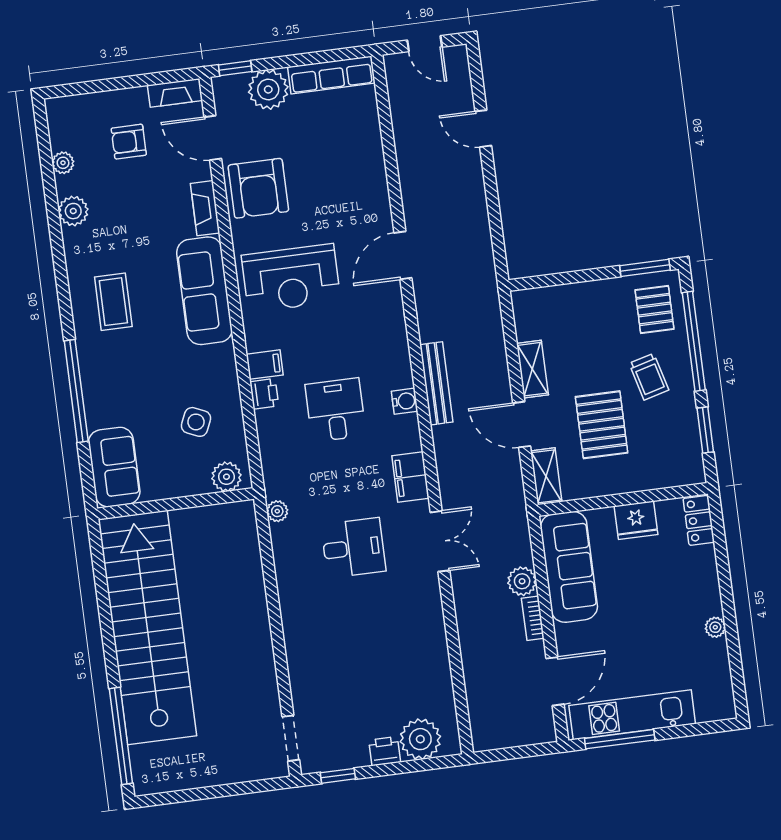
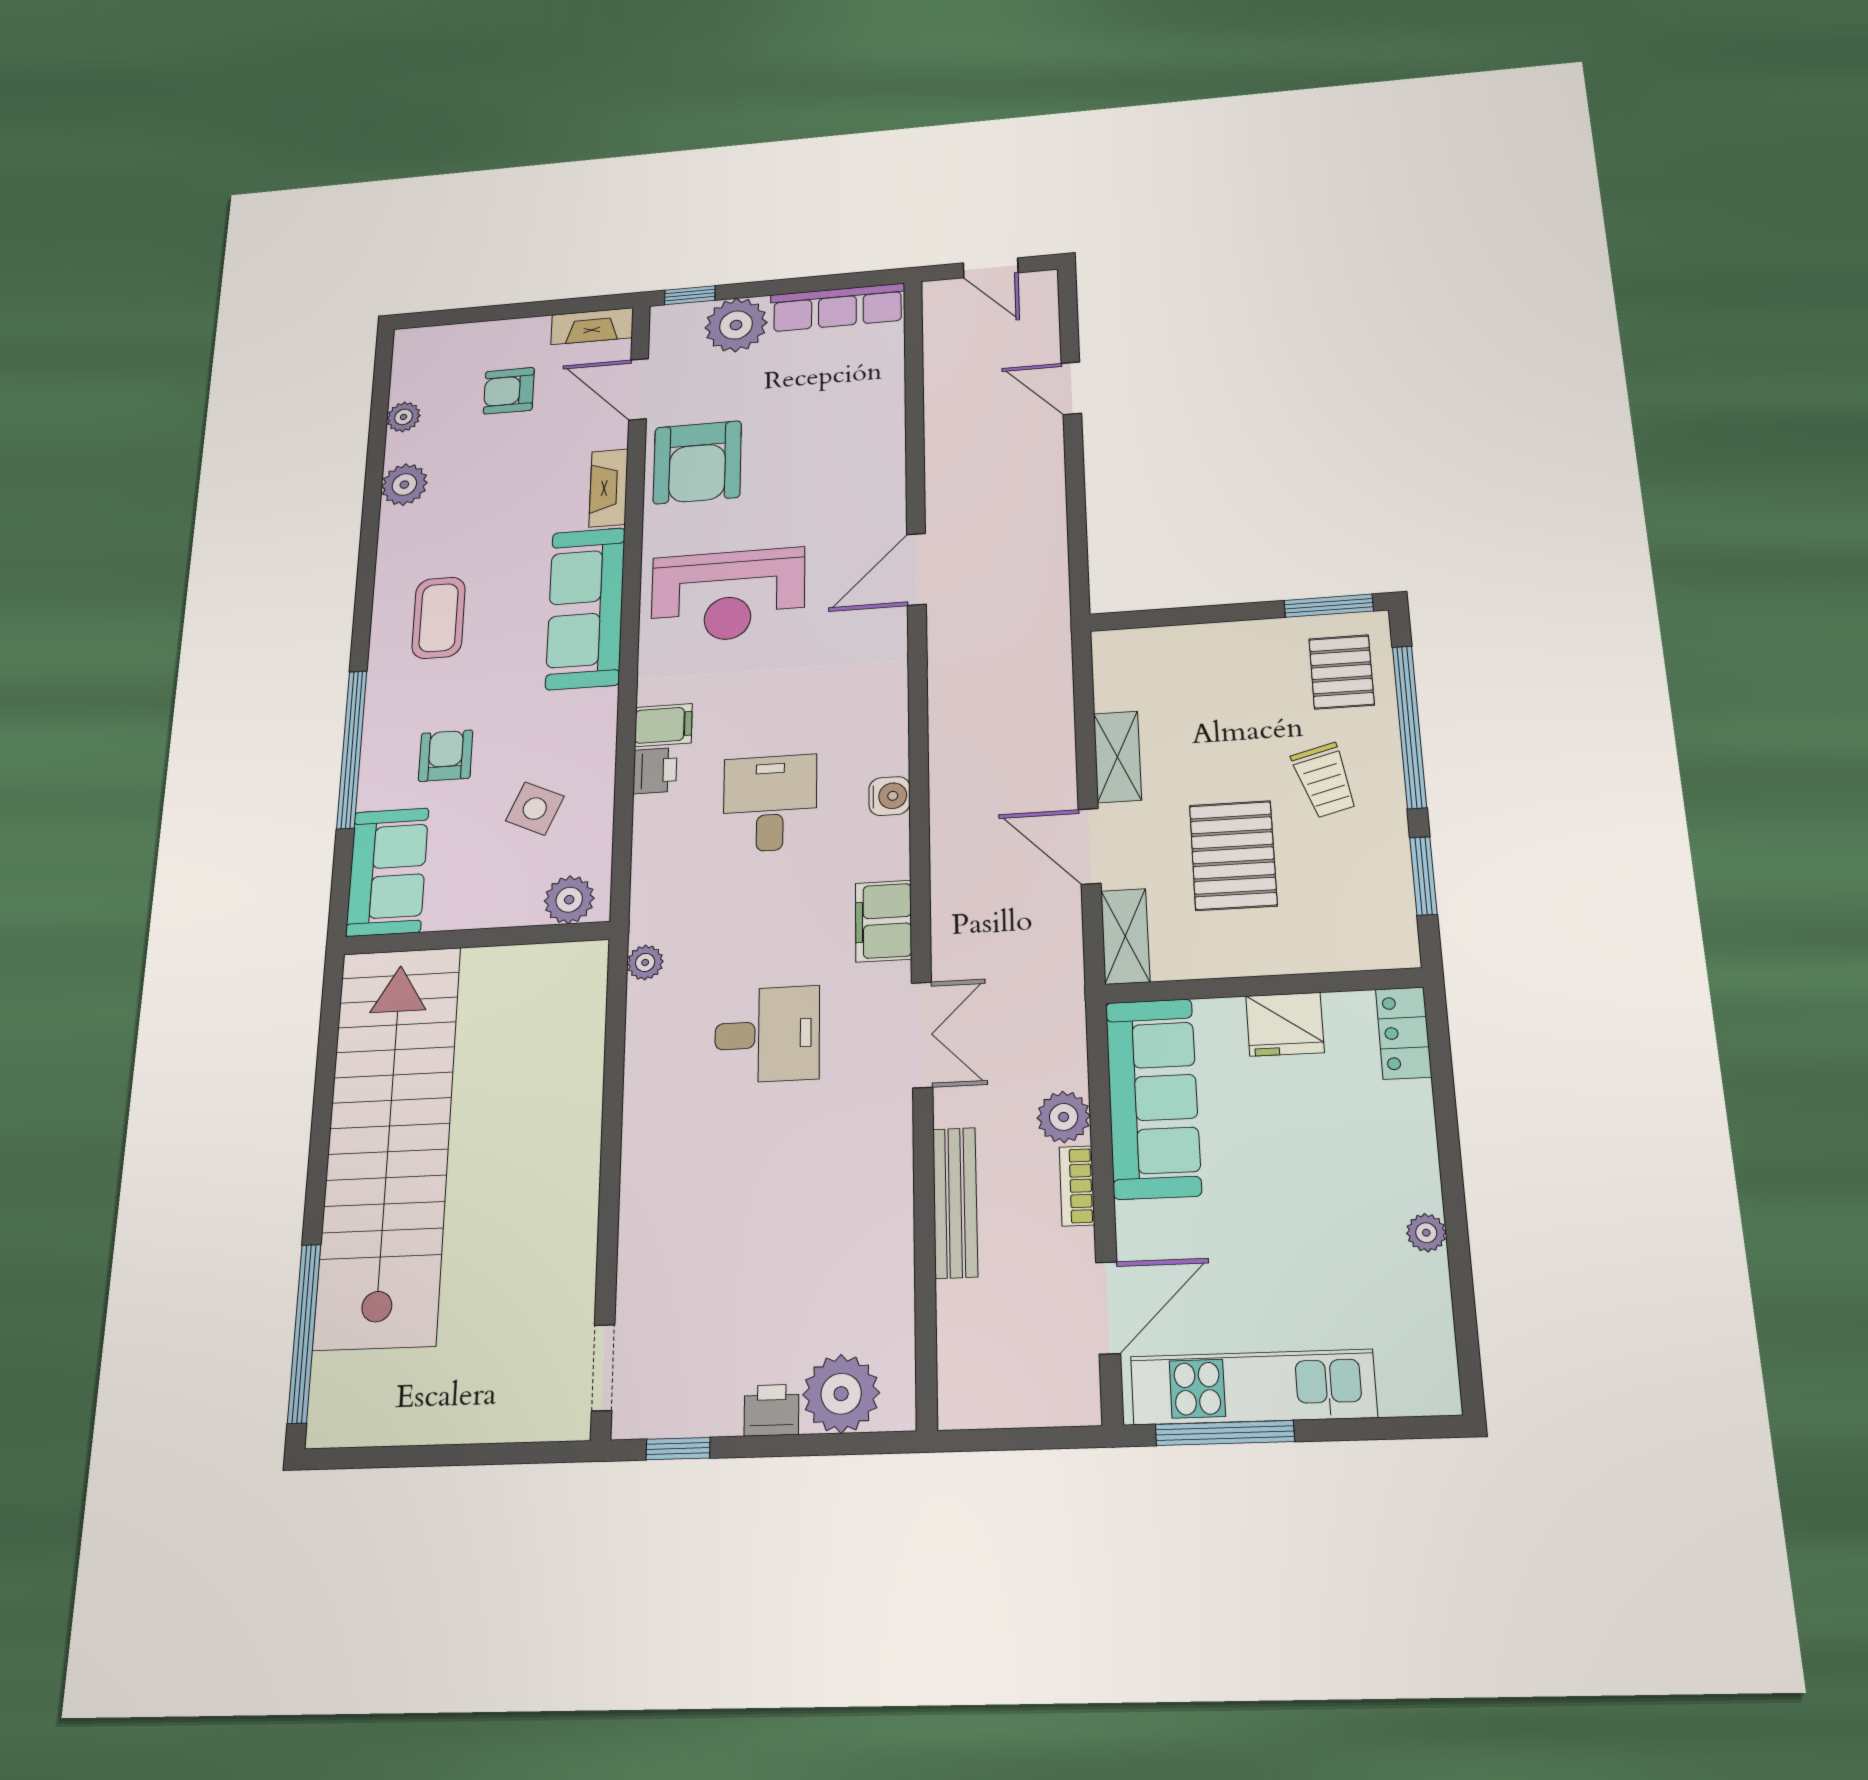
bench: (436, 383) -> (955, 1202), moved
armchair: (135, 392) -> (446, 756), added

